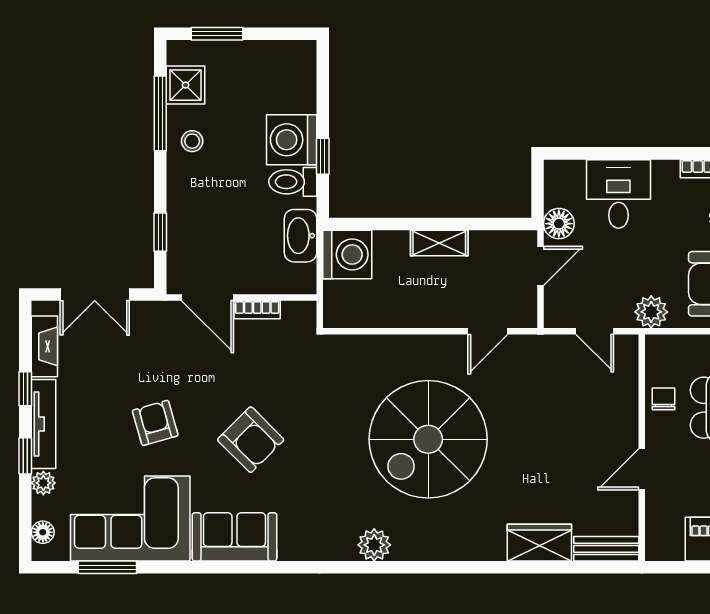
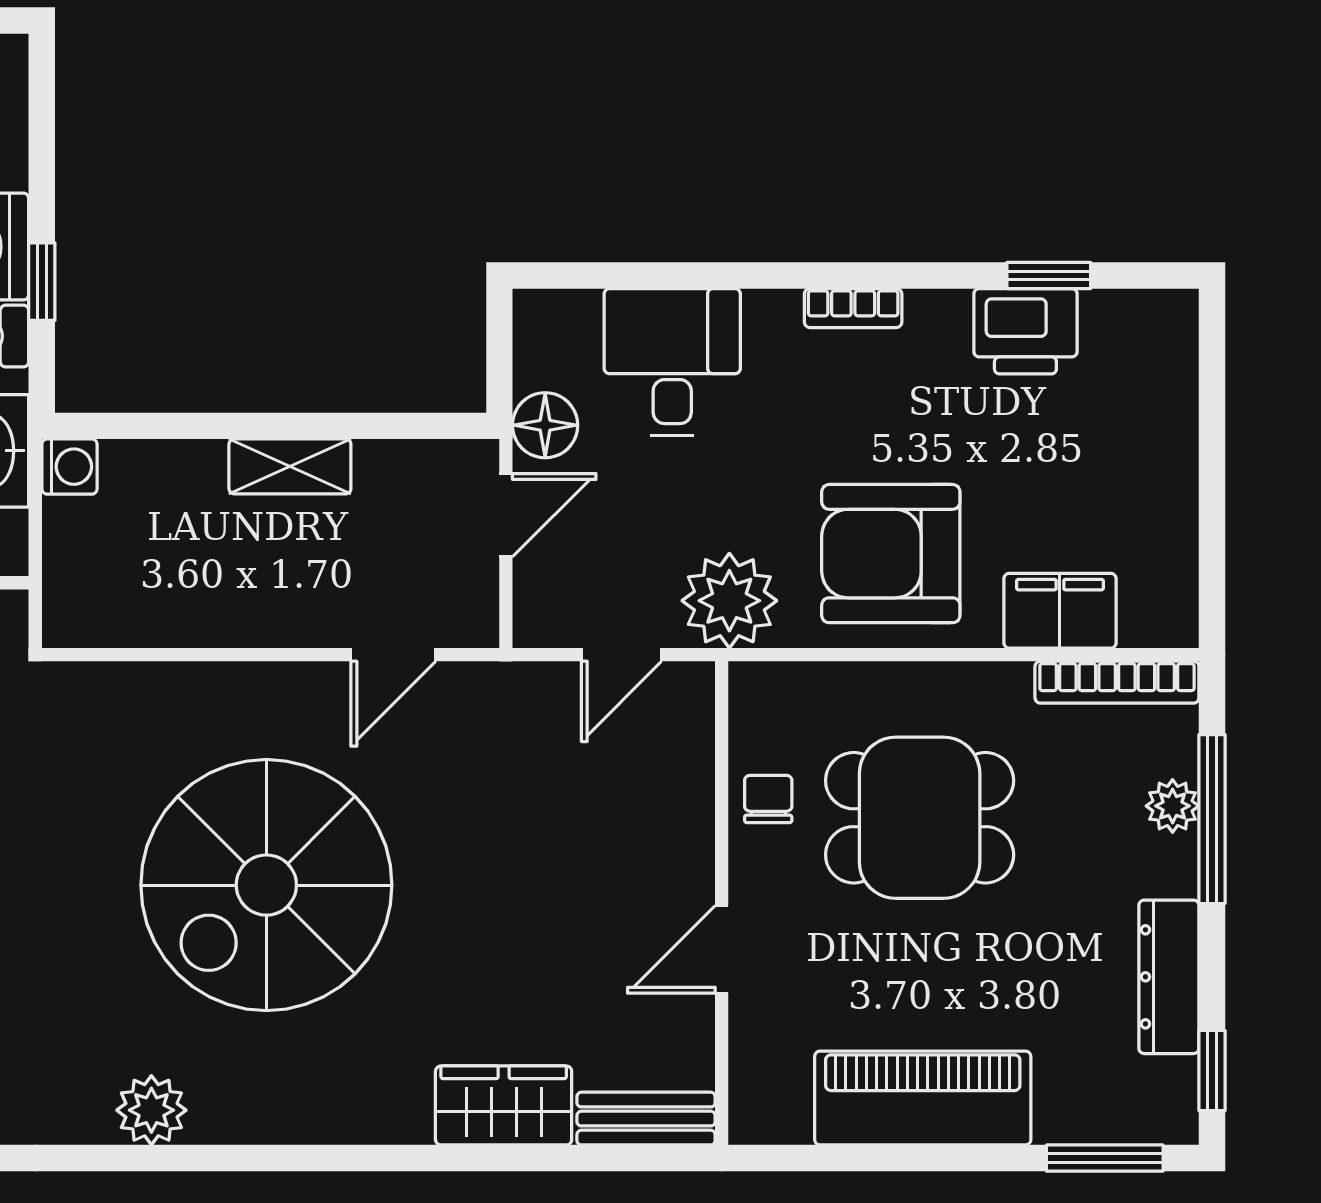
washing machine: (347, 255) -> (69, 467), width x0.53, depth x0.53
plant: (651, 312) -> (729, 601), width x1.36, depth x1.36
door: (595, 331) -> (621, 655), hinge flipped

